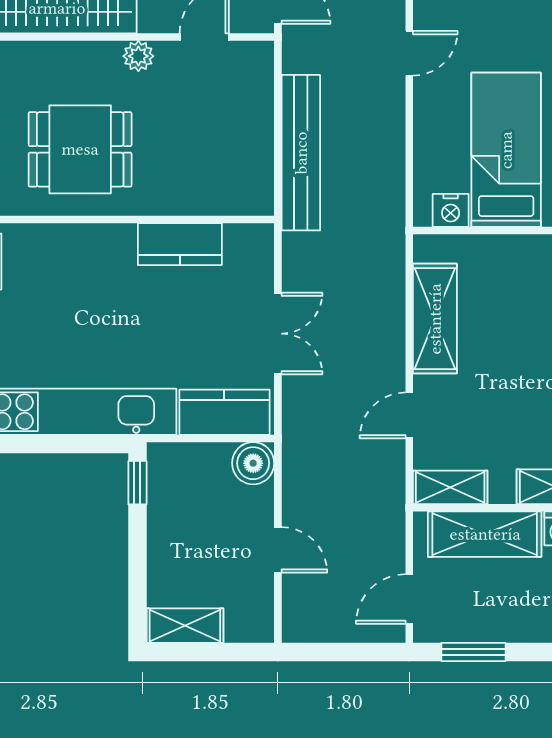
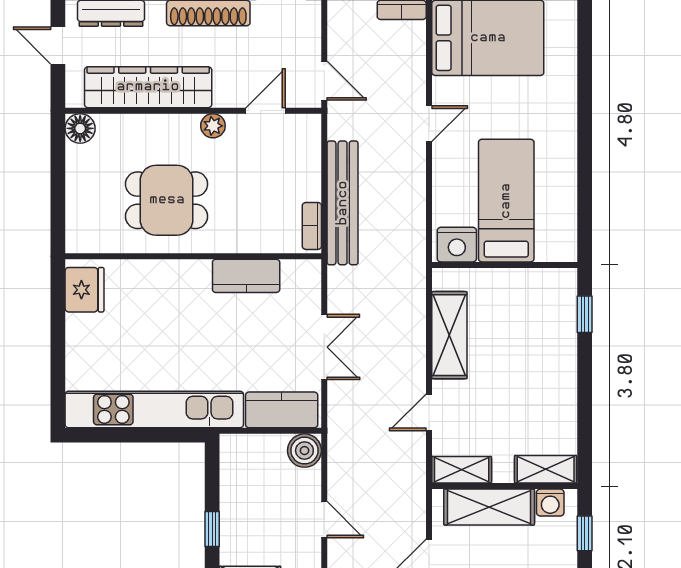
bookcase: (262, 182) -> (312, 226), added
nightstand: (451, 210) -> (457, 245), width x1.36, depth x1.33
window: (137, 483) -> (212, 529), moved

